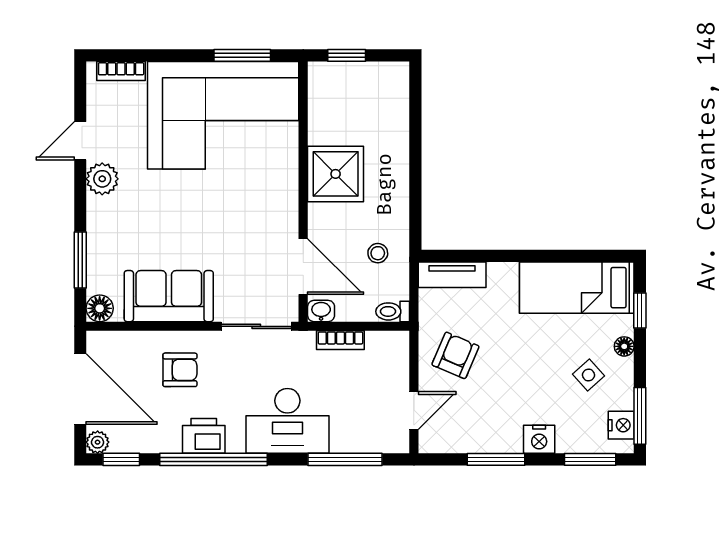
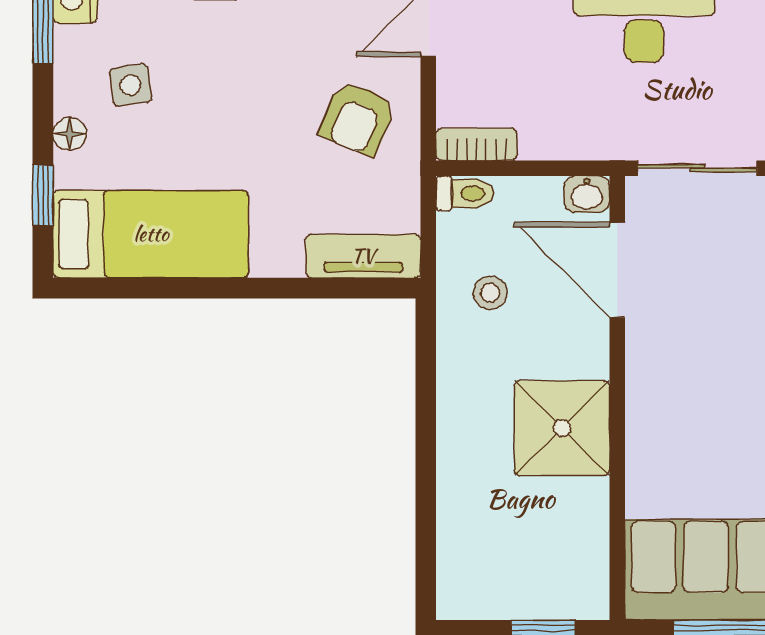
bookcase: (340, 340) -> (476, 144), moved
side table: (589, 375) -> (131, 85), turned 33

